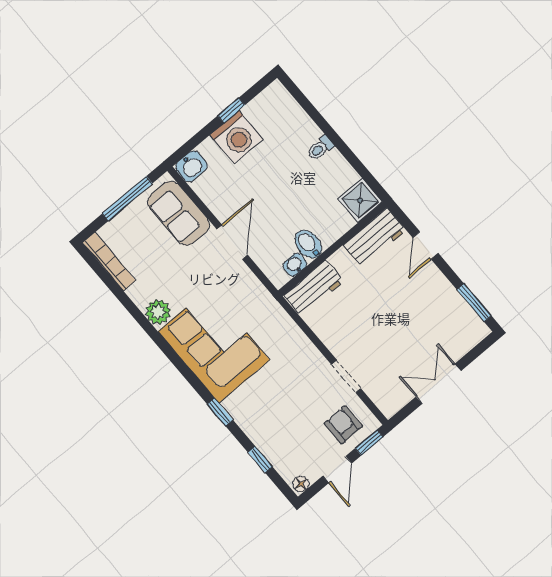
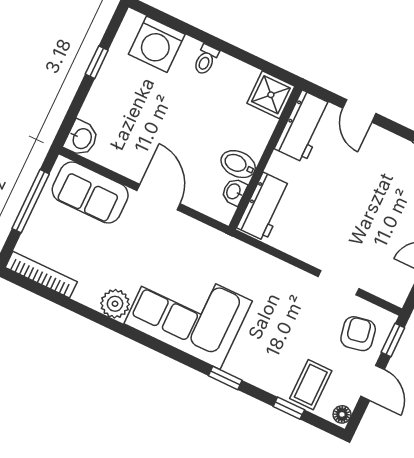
washing machine: (236, 137) -> (157, 44), moved, turned 90
armchair: (343, 425) -> (358, 334), turned 79
coffee table: (287, 449) -> (311, 385), added

